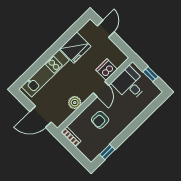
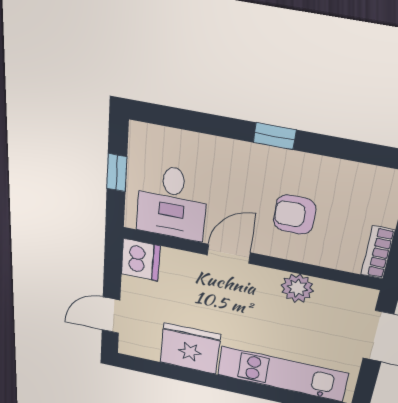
dishwasher: (107, 70) -> (141, 260), moved, turned -90
armchair: (100, 120) -> (295, 215), turned 180
window: (107, 152) -> (275, 136), moved

